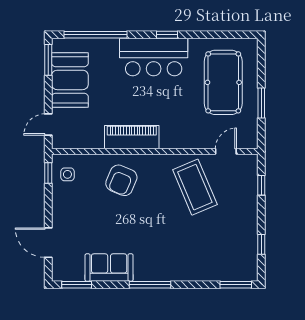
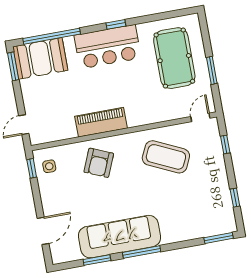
booth: (70, 80) -> (40, 58), moved, turned 90
door: (226, 151) -> (200, 117), moved
coffee table: (195, 187) -> (166, 157), turned -42
door: (48, 243) -> (43, 231), swing flipped
sofa: (109, 268) -> (120, 237), width x1.85, depth x1.27
window: (77, 285) -> (97, 260), moved

